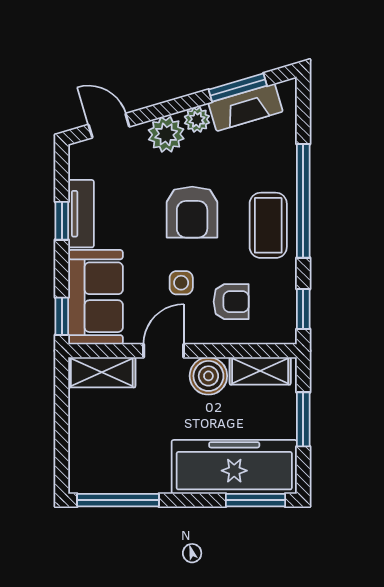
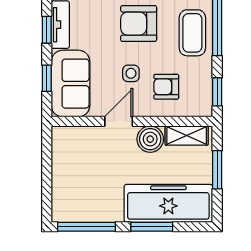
armchair: (192, 212) -> (139, 24), turned 90
armchair: (231, 302) -> (166, 87), turned 180
window: (62, 316) -> (47, 78), moved
shelving: (102, 372) -> (75, 137), removed
window: (256, 500) -> (152, 227), moved

